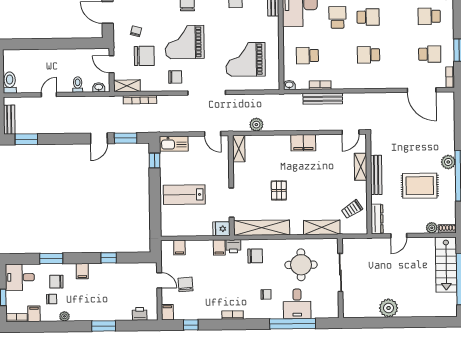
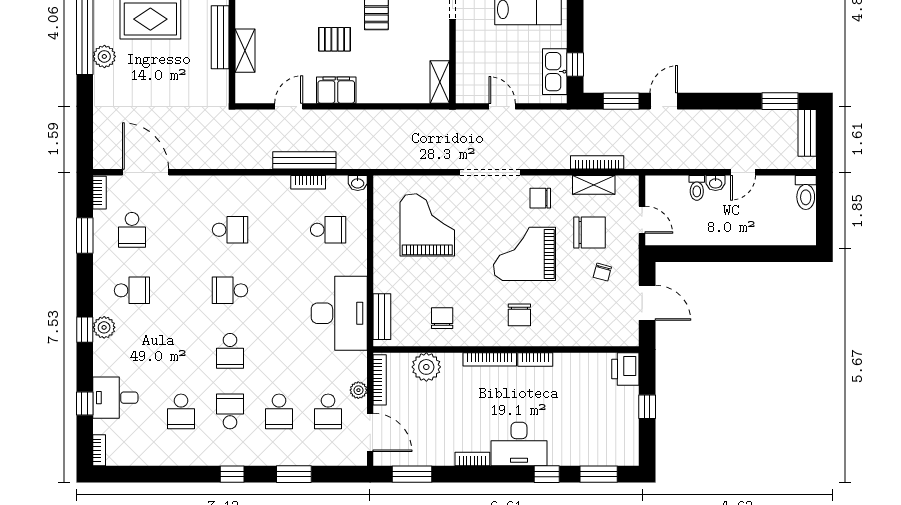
school desk: (337, 17) -> (279, 290), removed
grand piano: (185, 42) -> (525, 254), turned 180
school desk: (430, 54) -> (132, 230), turned -90
chair: (144, 56) -> (590, 232), turned 180
grand piano: (245, 59) -> (427, 225), turned -90
shelving: (127, 86) -> (594, 185), moved
washbasin: (99, 87) -> (716, 183), moved
plant: (256, 125) -> (411, 120), removed
door: (351, 132) -> (289, 106), moved
door: (213, 134) -> (502, 106), moved
kitchen sink: (174, 144) -> (555, 72), moved, turned -90
pallet: (305, 175) -> (334, 39), added

